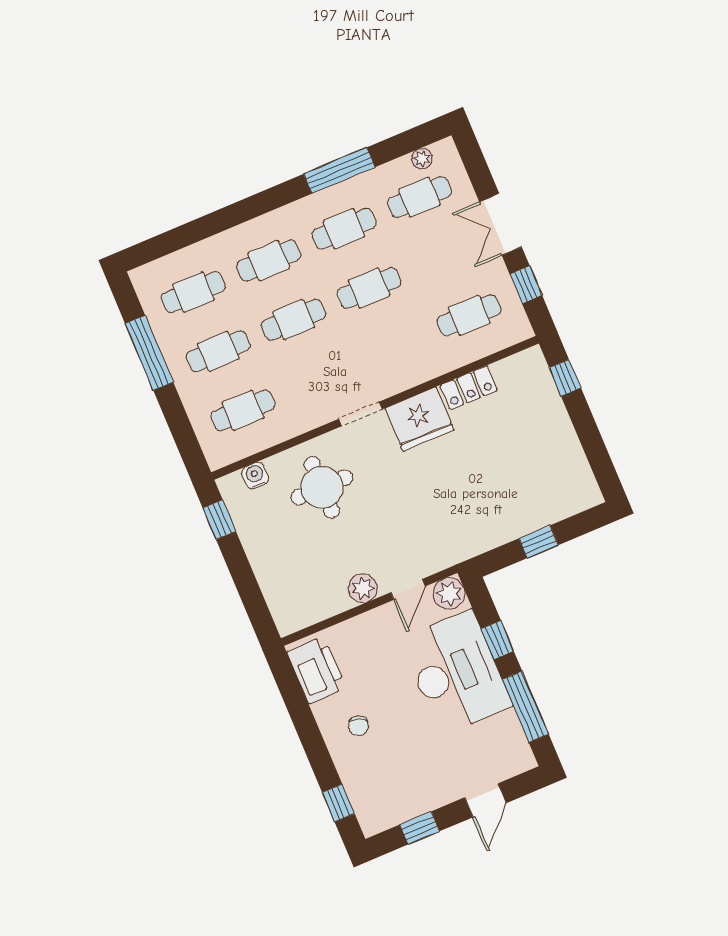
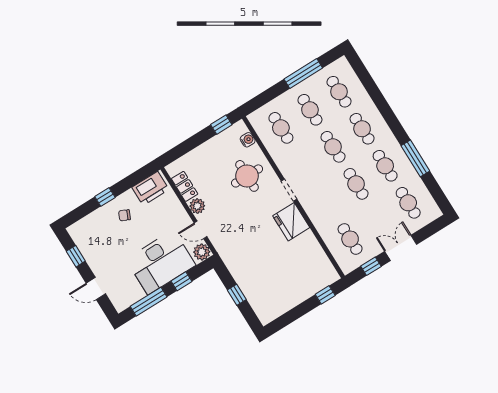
plant: (422, 159) -> (429, 201), removed
locker: (469, 388) -> (185, 186), moved, turned 180
window: (338, 803) -> (105, 197), moved

